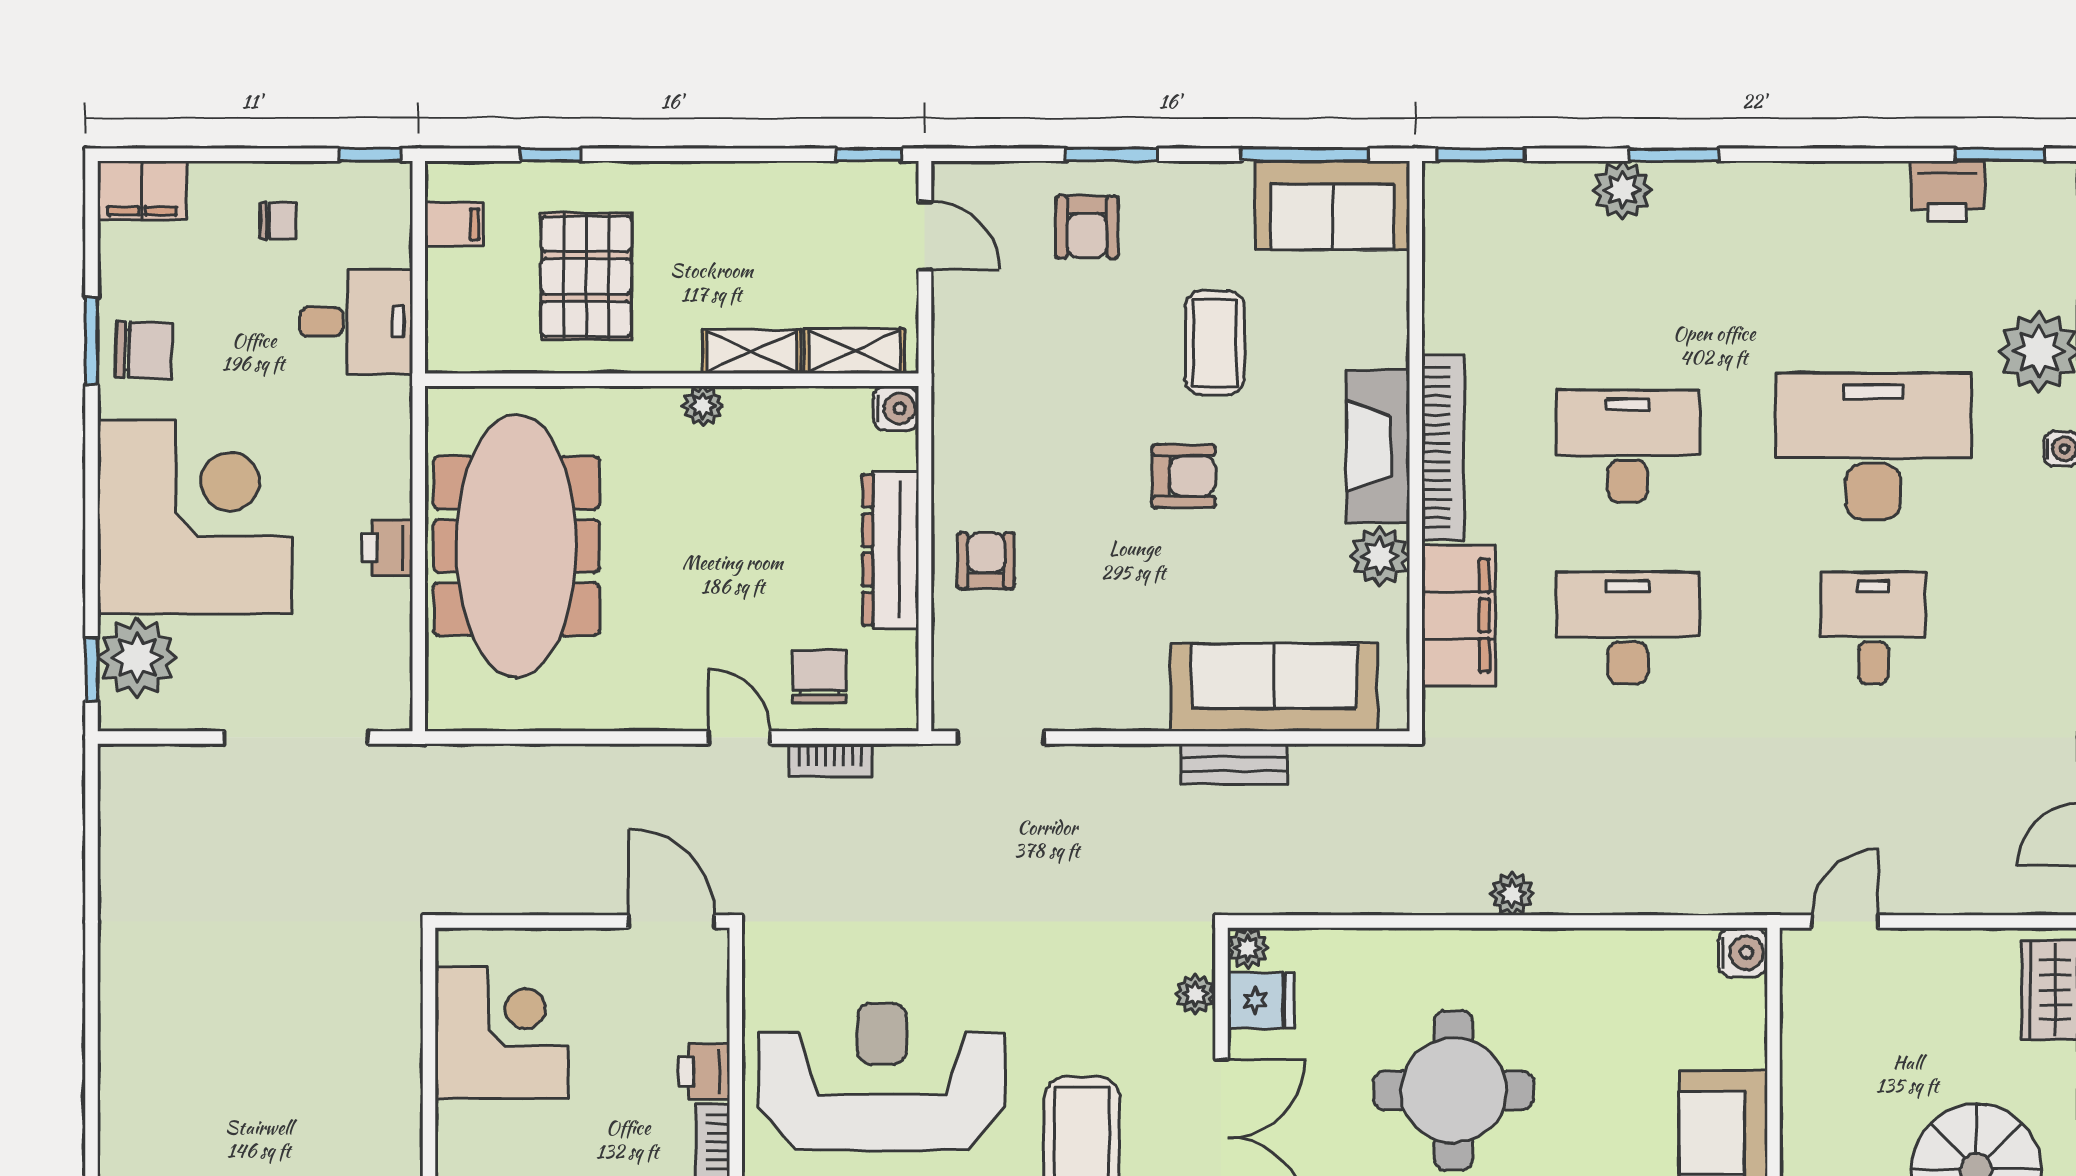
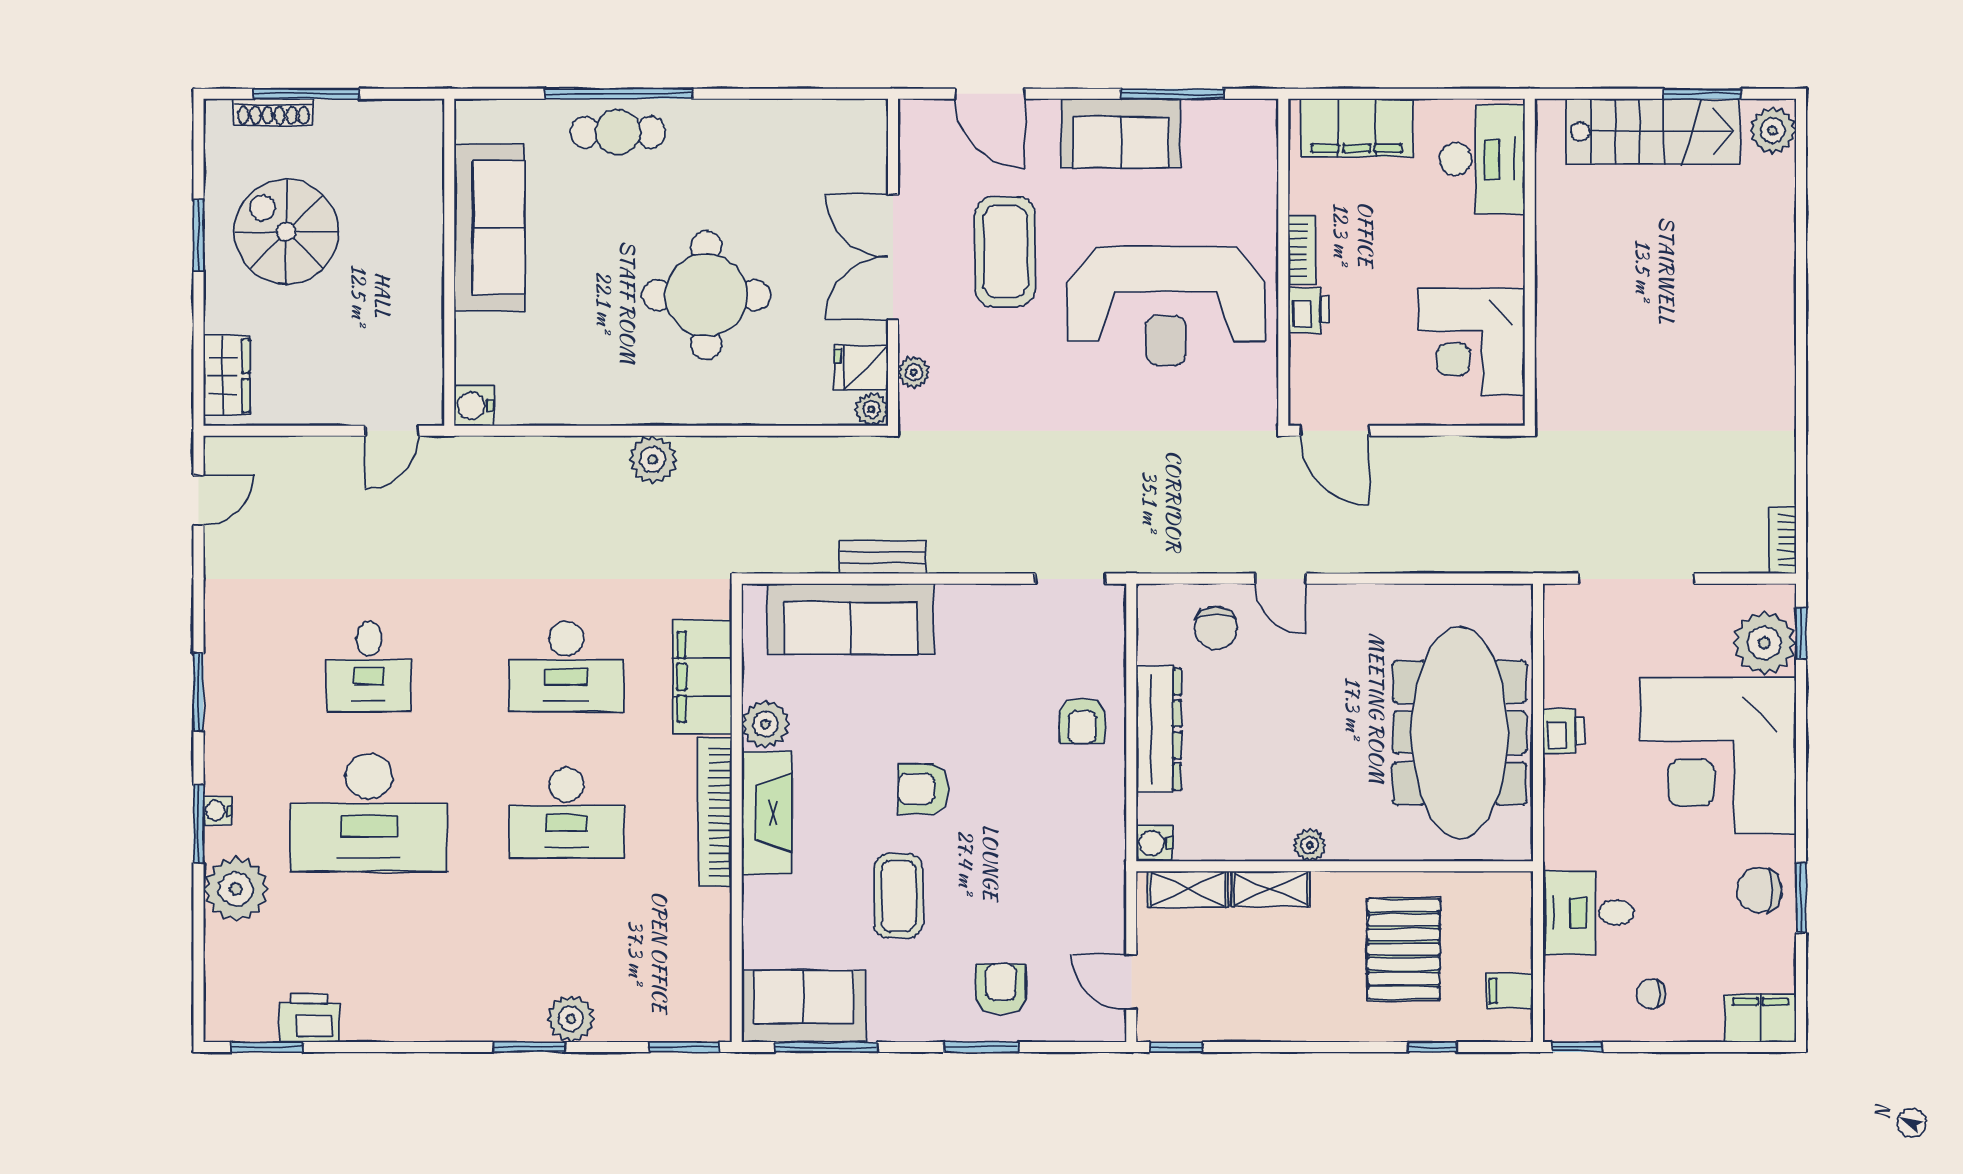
bookcase: (830, 760) -> (1783, 540), moved, turned -90
plant: (1512, 894) -> (653, 460), width x1.38, depth x1.38

